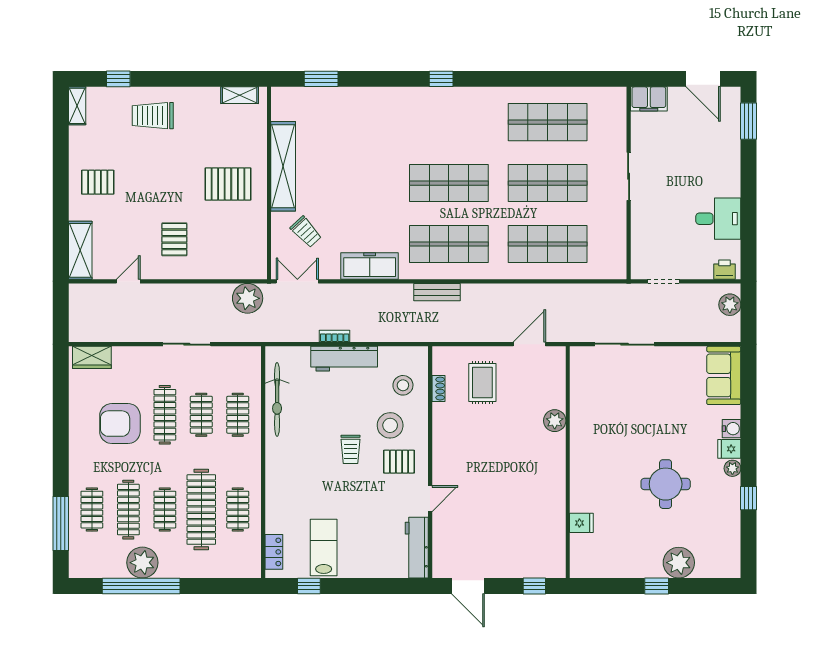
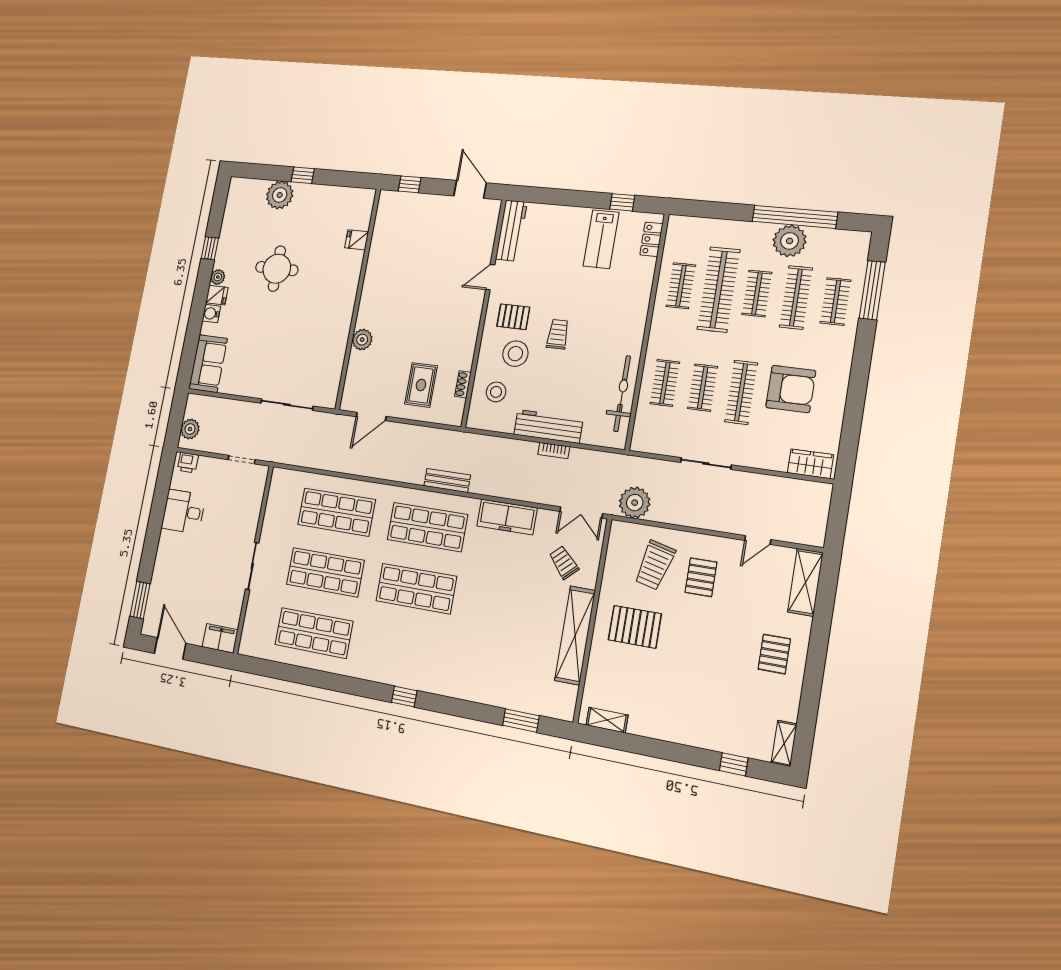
trolley: (153, 116) -> (655, 565), moved, turned 104
pallet: (98, 182) -> (774, 654), turned 90

